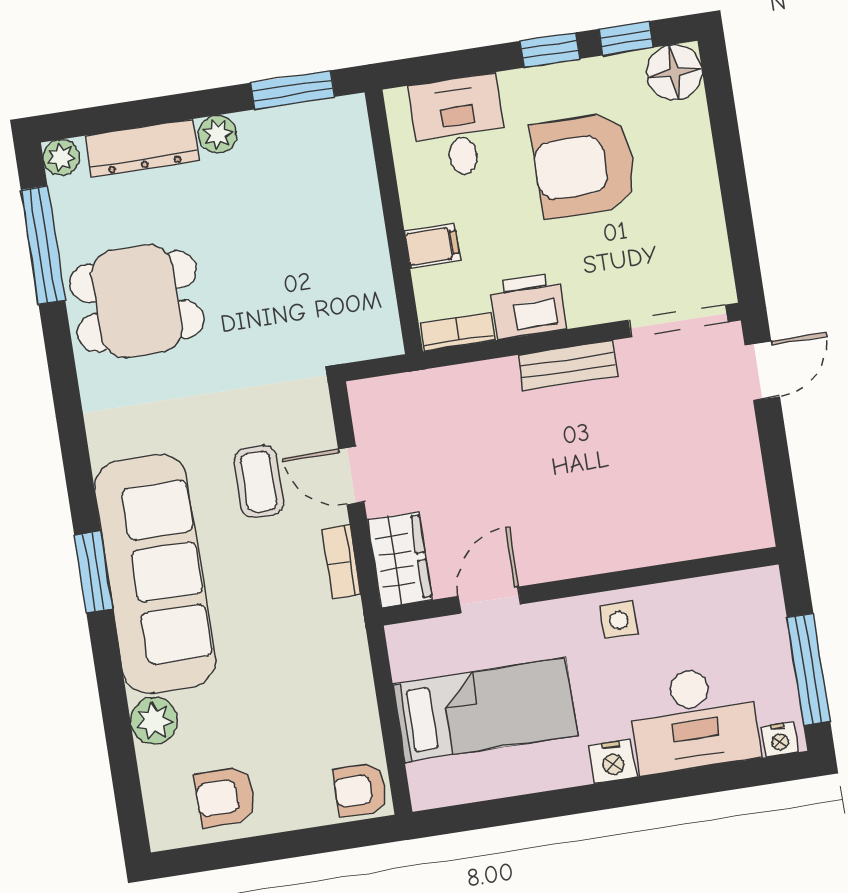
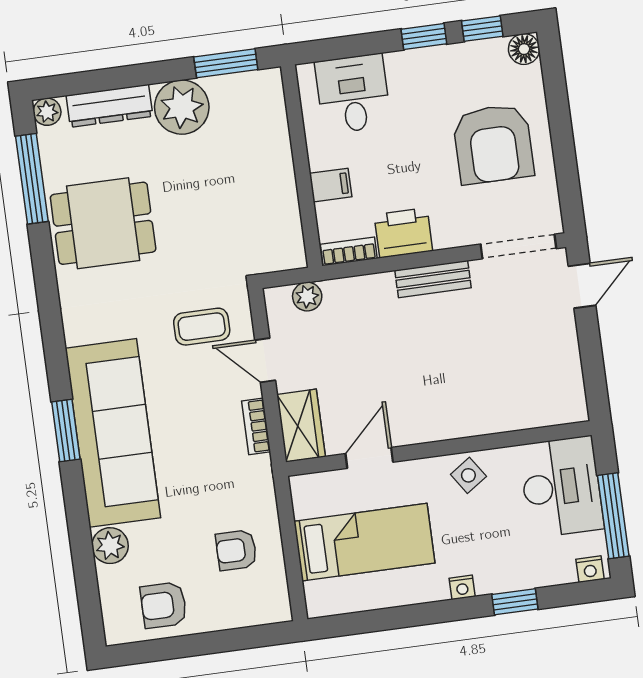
floor lamp: (674, 72) -> (524, 49), width x0.73, depth x0.73
plant: (218, 134) -> (182, 107), width x1.87, depth x1.87
armchair: (584, 165) -> (493, 144), moved, turned -90
plant: (404, 391) -> (307, 297), added
coffee table: (259, 482) -> (202, 327), moved, turned 90
side table: (619, 620) -> (468, 475), turned -34
desk: (694, 719) -> (561, 487), moved, turned -90
nightstand: (613, 761) -> (462, 587), width x0.72, depth x0.74
window: (683, 784) -> (515, 602), added
armchair: (360, 790) -> (236, 550), moved

